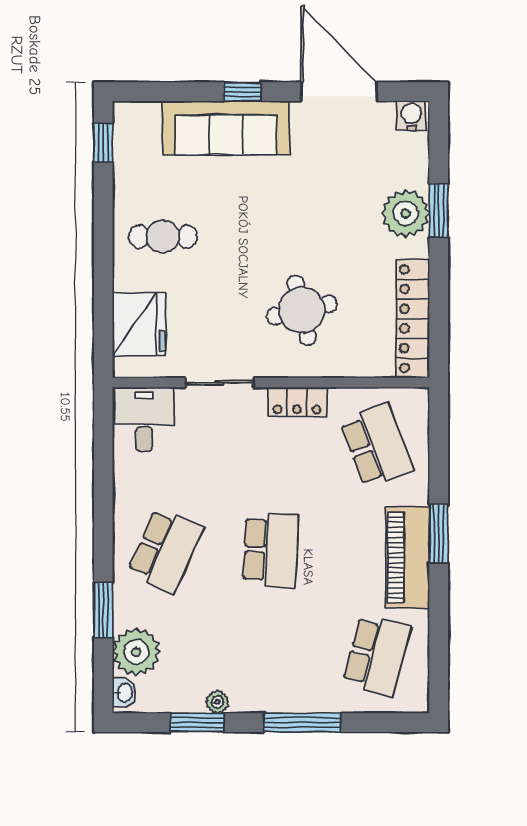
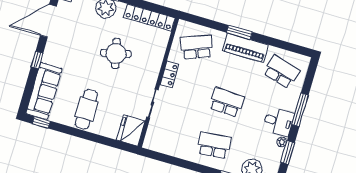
sofa: (226, 128) -> (44, 91), moved
cafe table: (163, 237) -> (86, 109), width x1.37, depth x1.35
round table: (302, 310) -> (116, 53), moved
fridge: (139, 324) -> (131, 130), moved, turned -90
desk: (144, 419) -> (278, 122), moved, turned 180
school desk: (165, 550) -> (214, 145), turned -30

